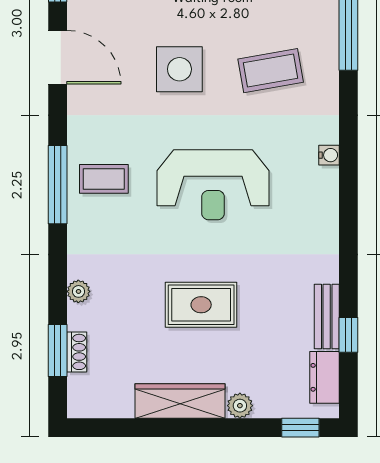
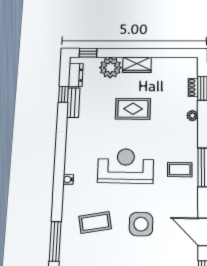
wardrobe: (180, 401) -> (137, 65), width x0.67
plant: (240, 406) -> (110, 68), width x1.88, depth x1.88

